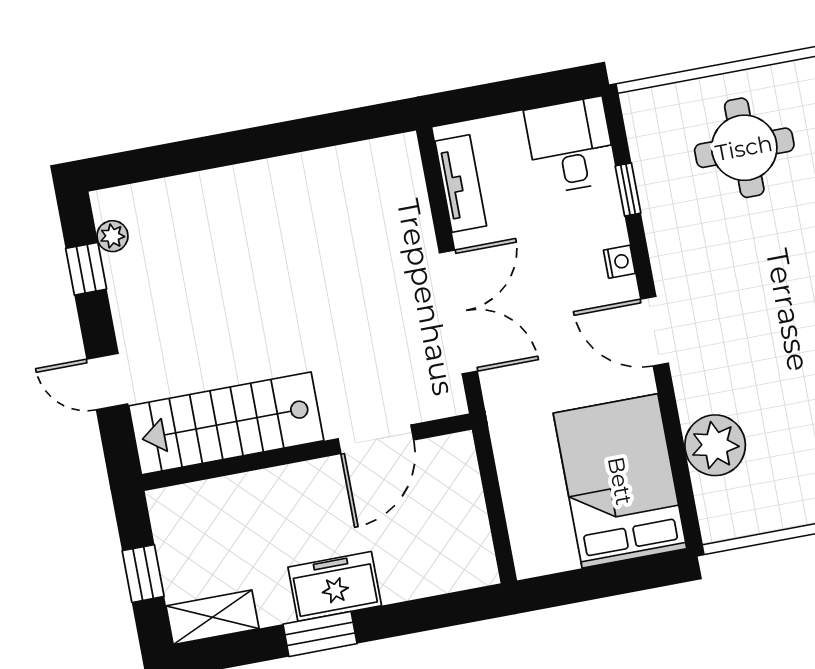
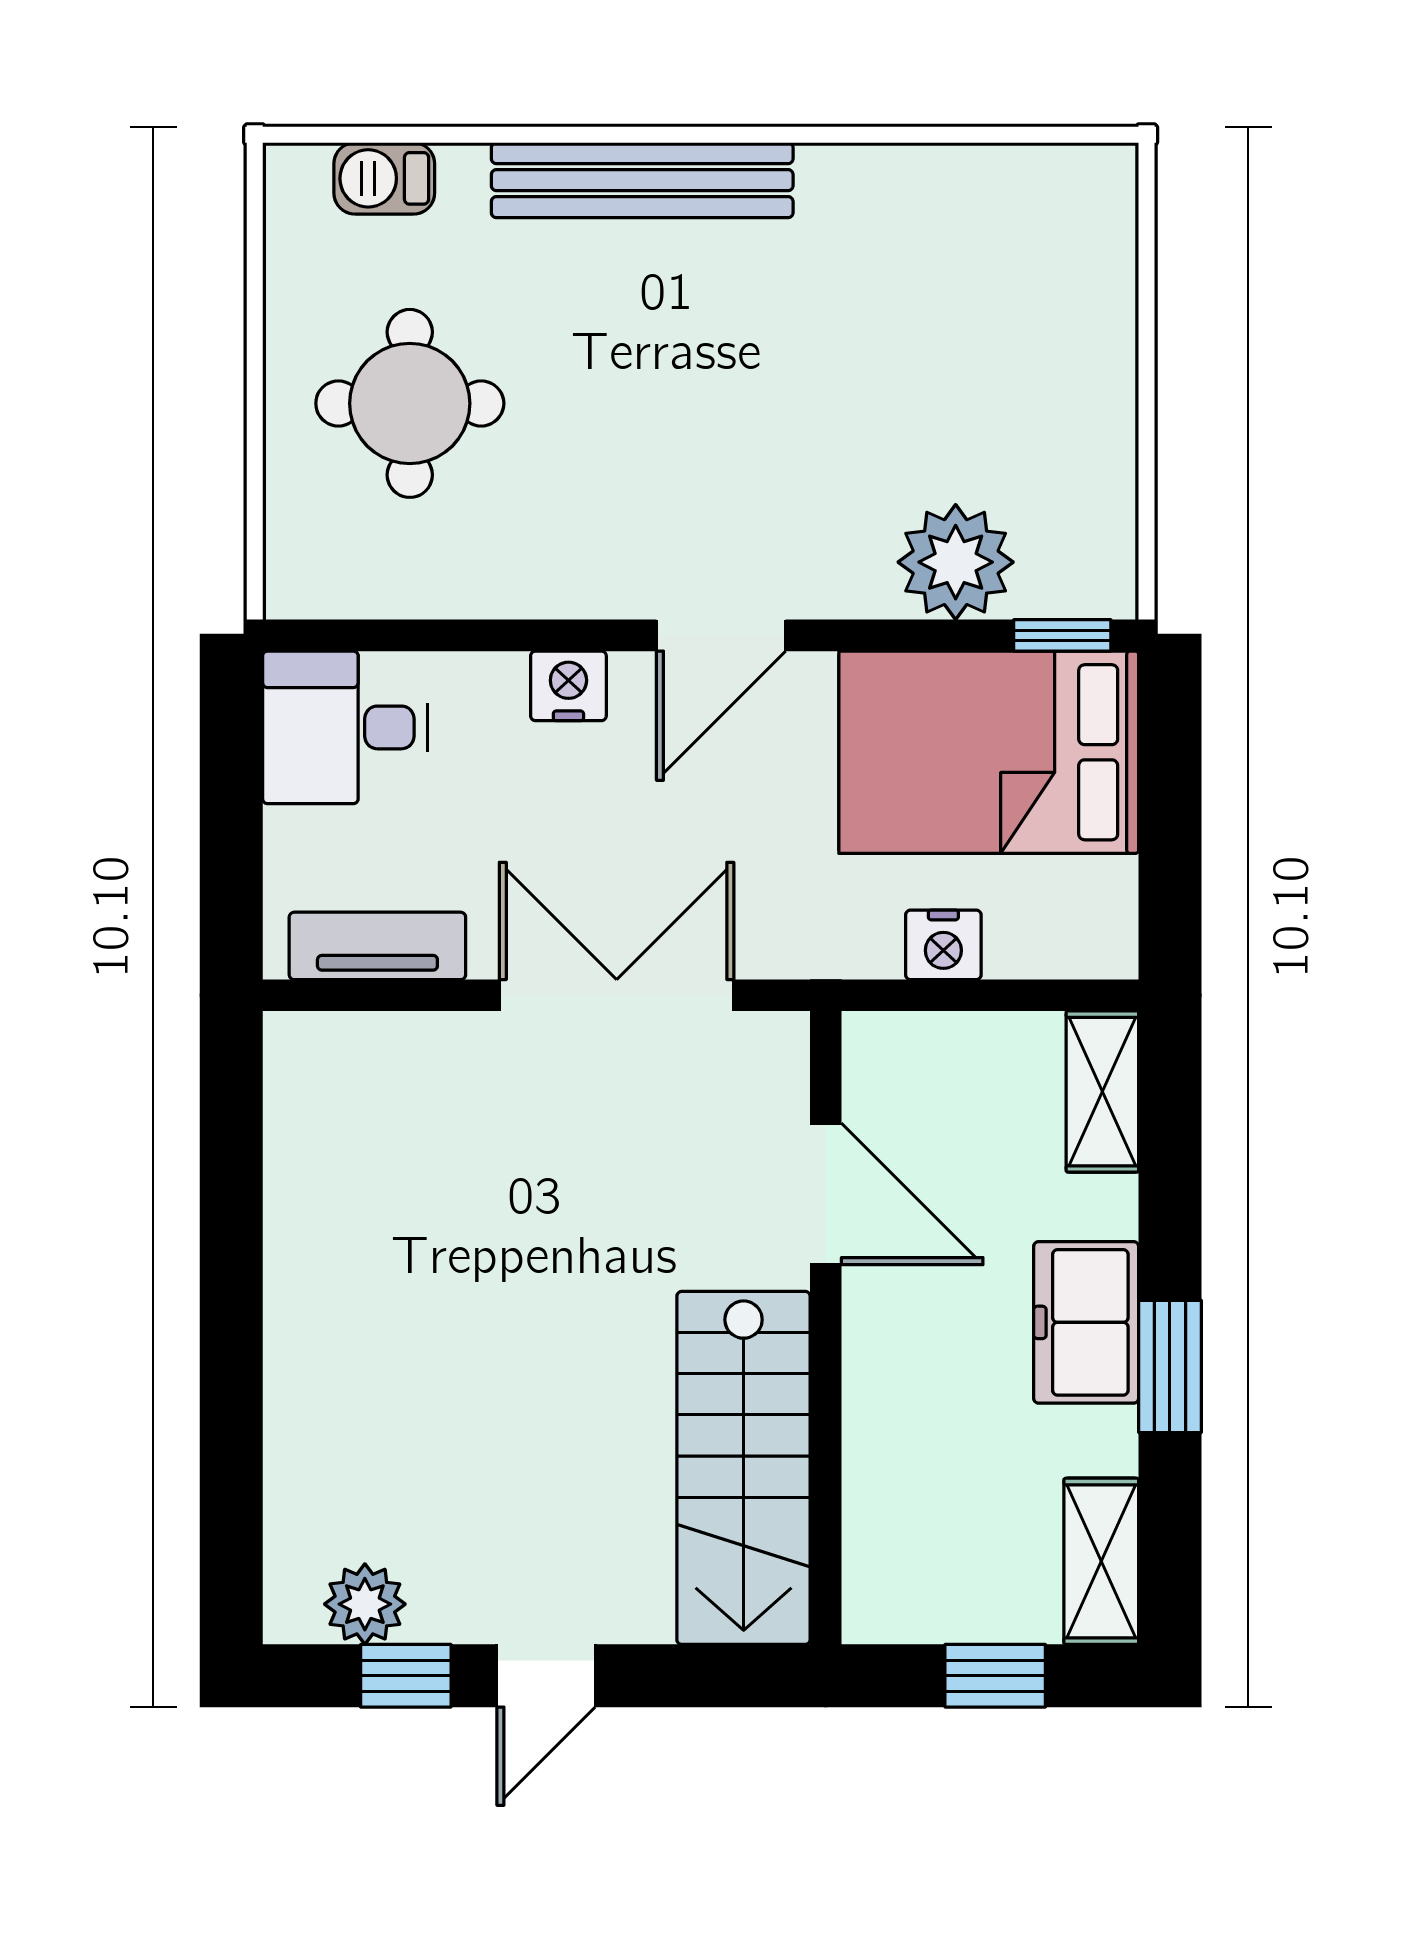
window: (628, 190) -> (1062, 635), moved
plant: (112, 236) -> (365, 1604), width x1.38, depth x1.38
nightstand: (619, 262) -> (568, 686), width x1.39, depth x1.35
door: (107, 381) -> (546, 1676), moved
nightstand: (516, 476) -> (943, 945), added
shelving: (456, 572) -> (1102, 1092), added

